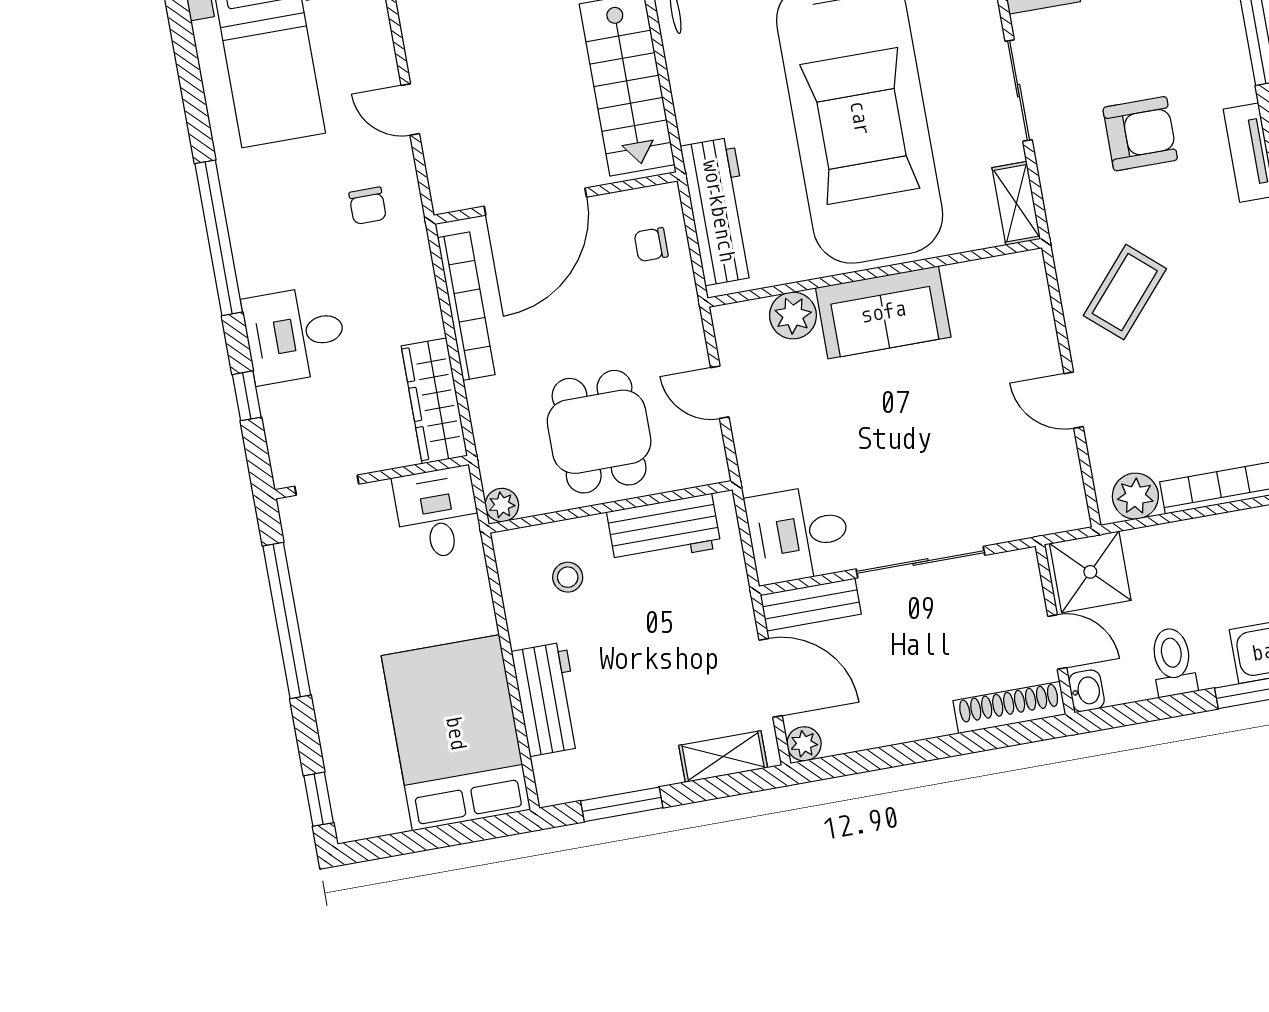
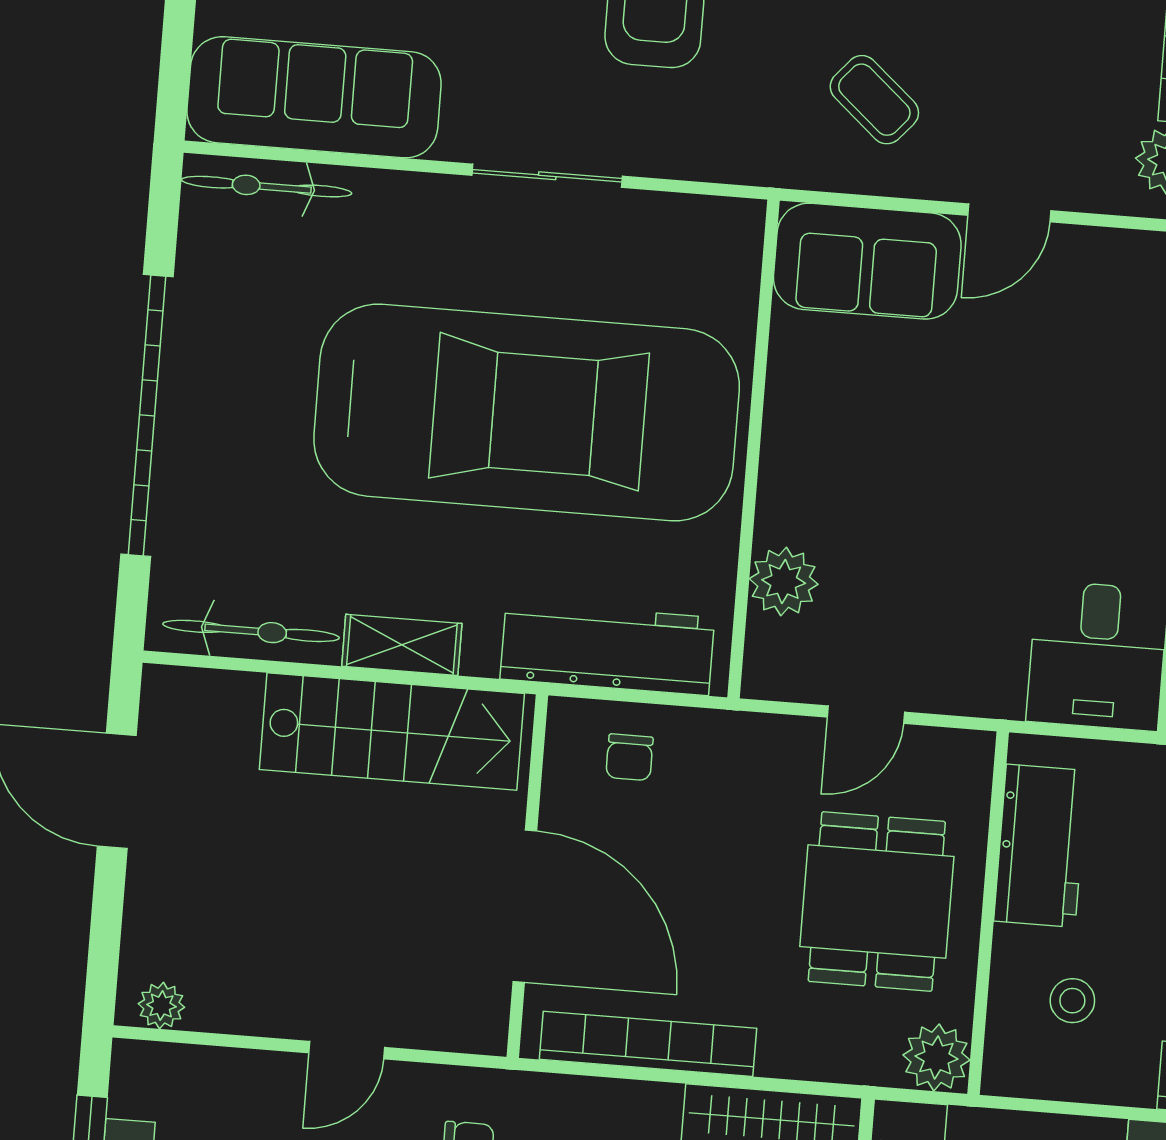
shelving: (1016, 203) -> (402, 645), moved
coffee table: (1125, 292) -> (874, 100), width x0.73, depth x0.77
sofa: (883, 312) -> (867, 261), moved, turned 90
dining table: (599, 432) -> (877, 901), turned 90
plant: (502, 505) -> (936, 1057), width x1.38, depth x1.38

